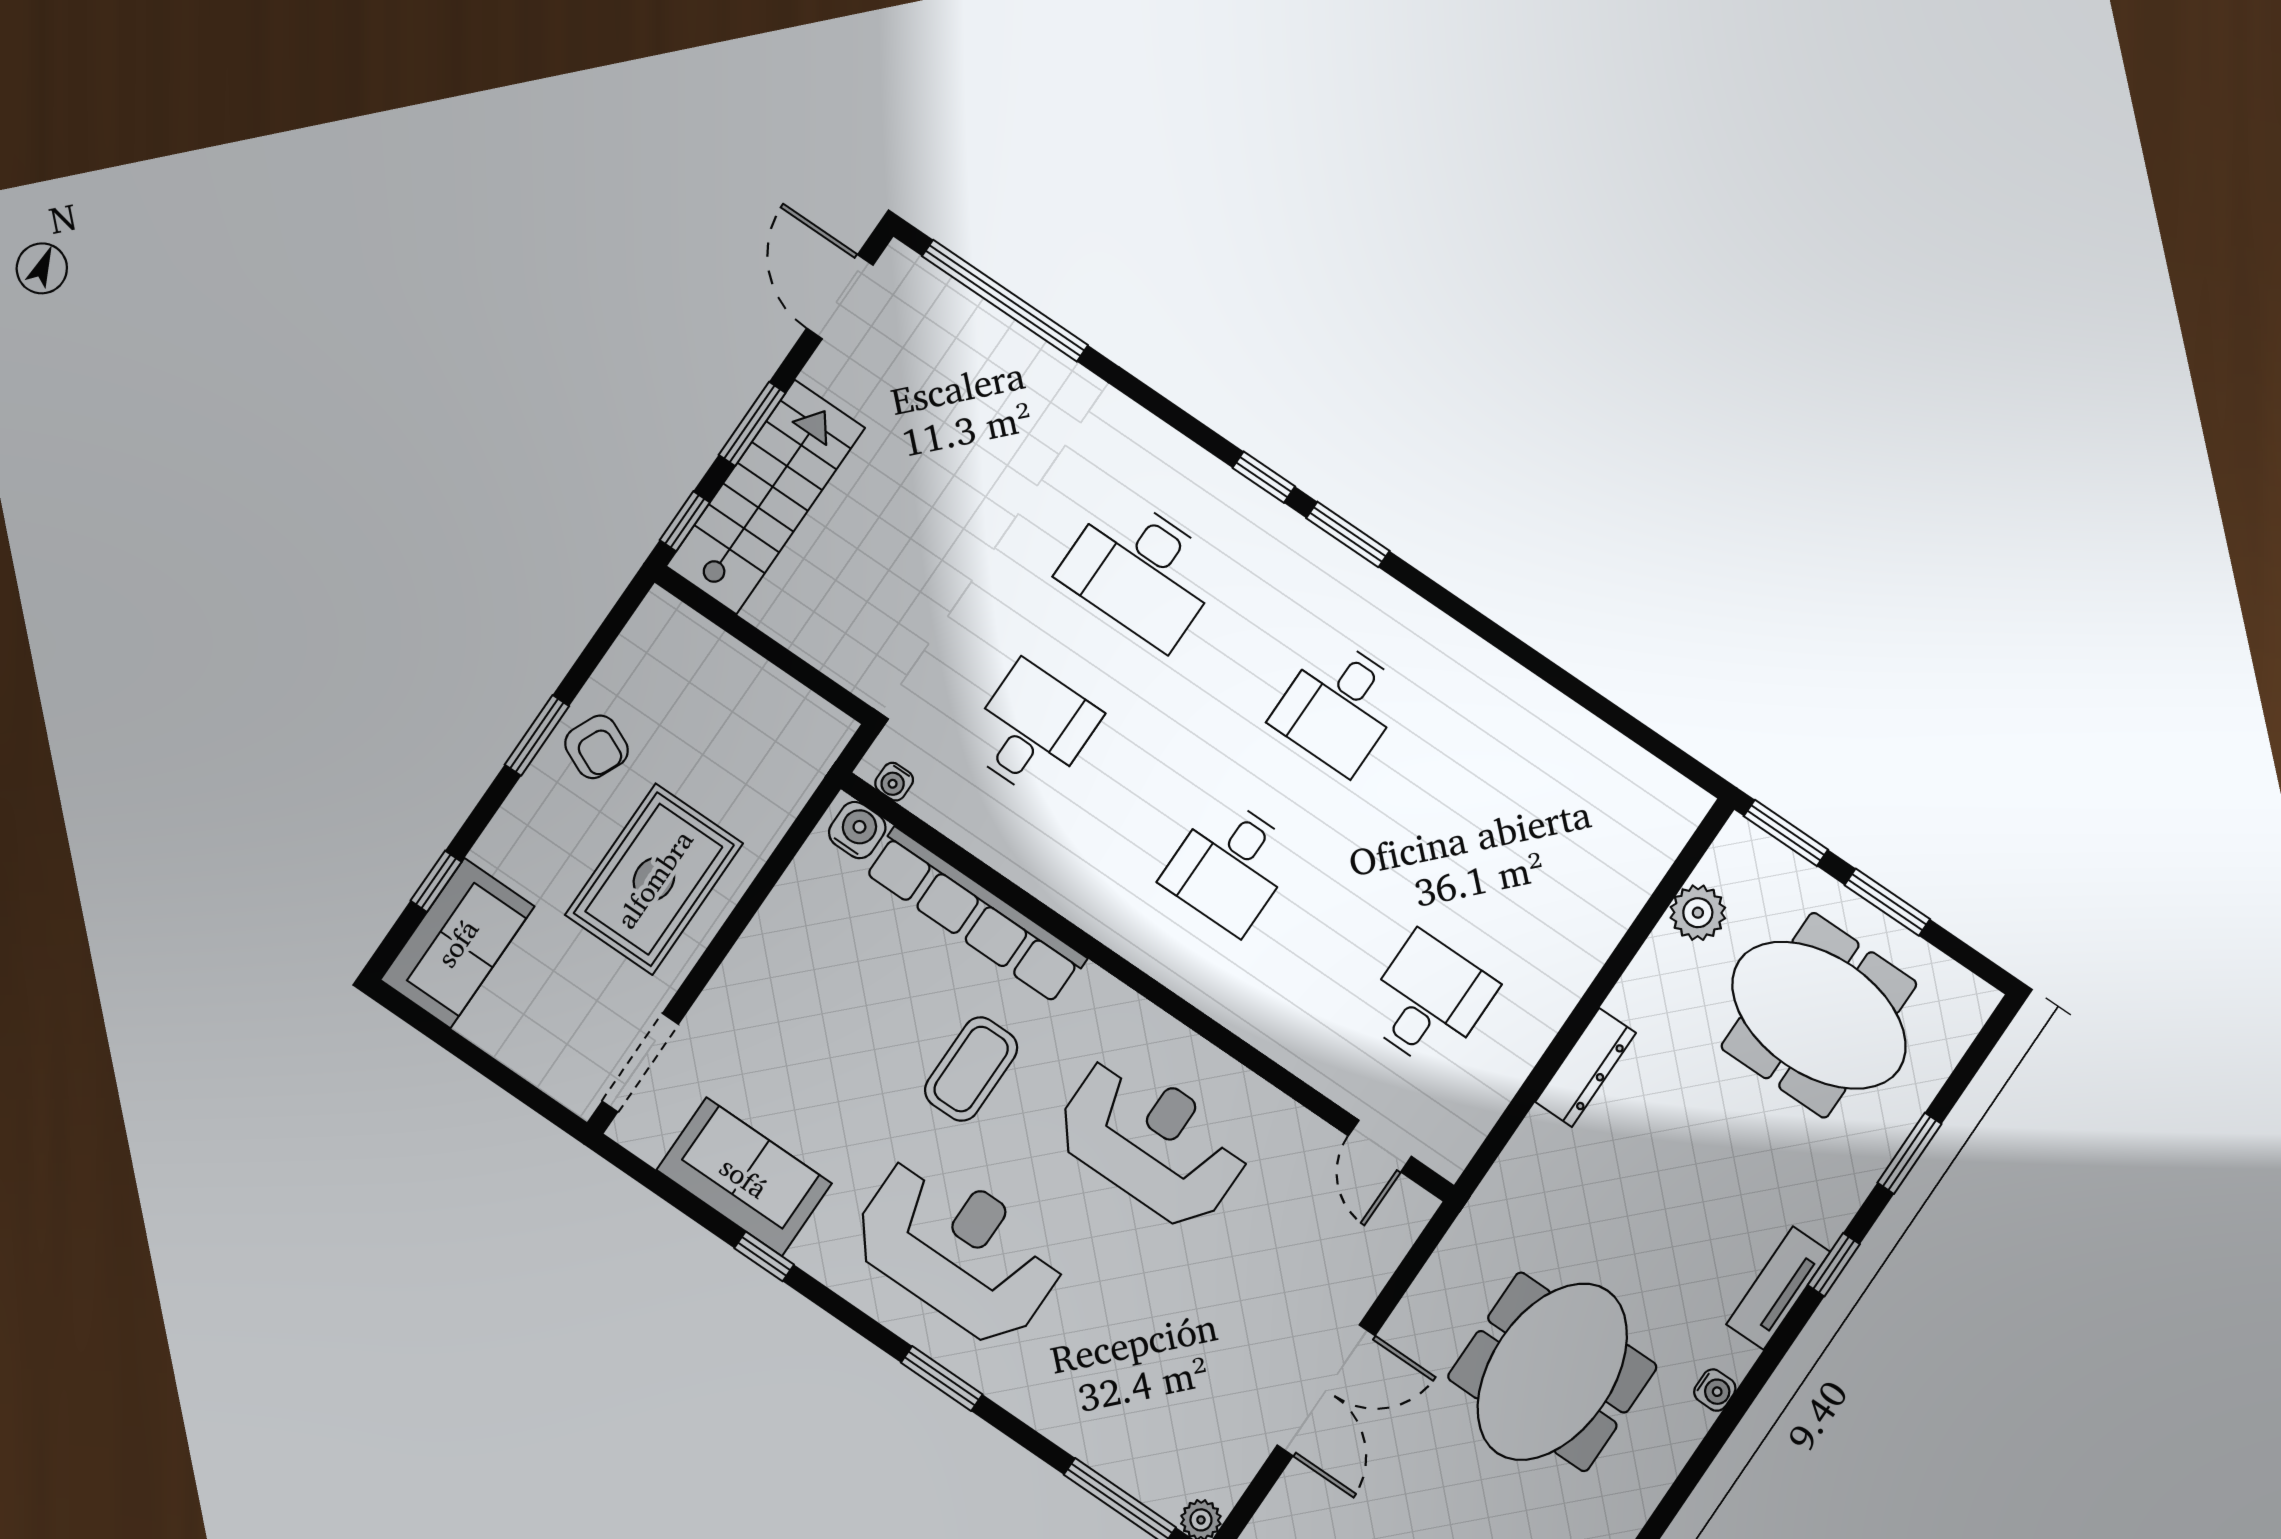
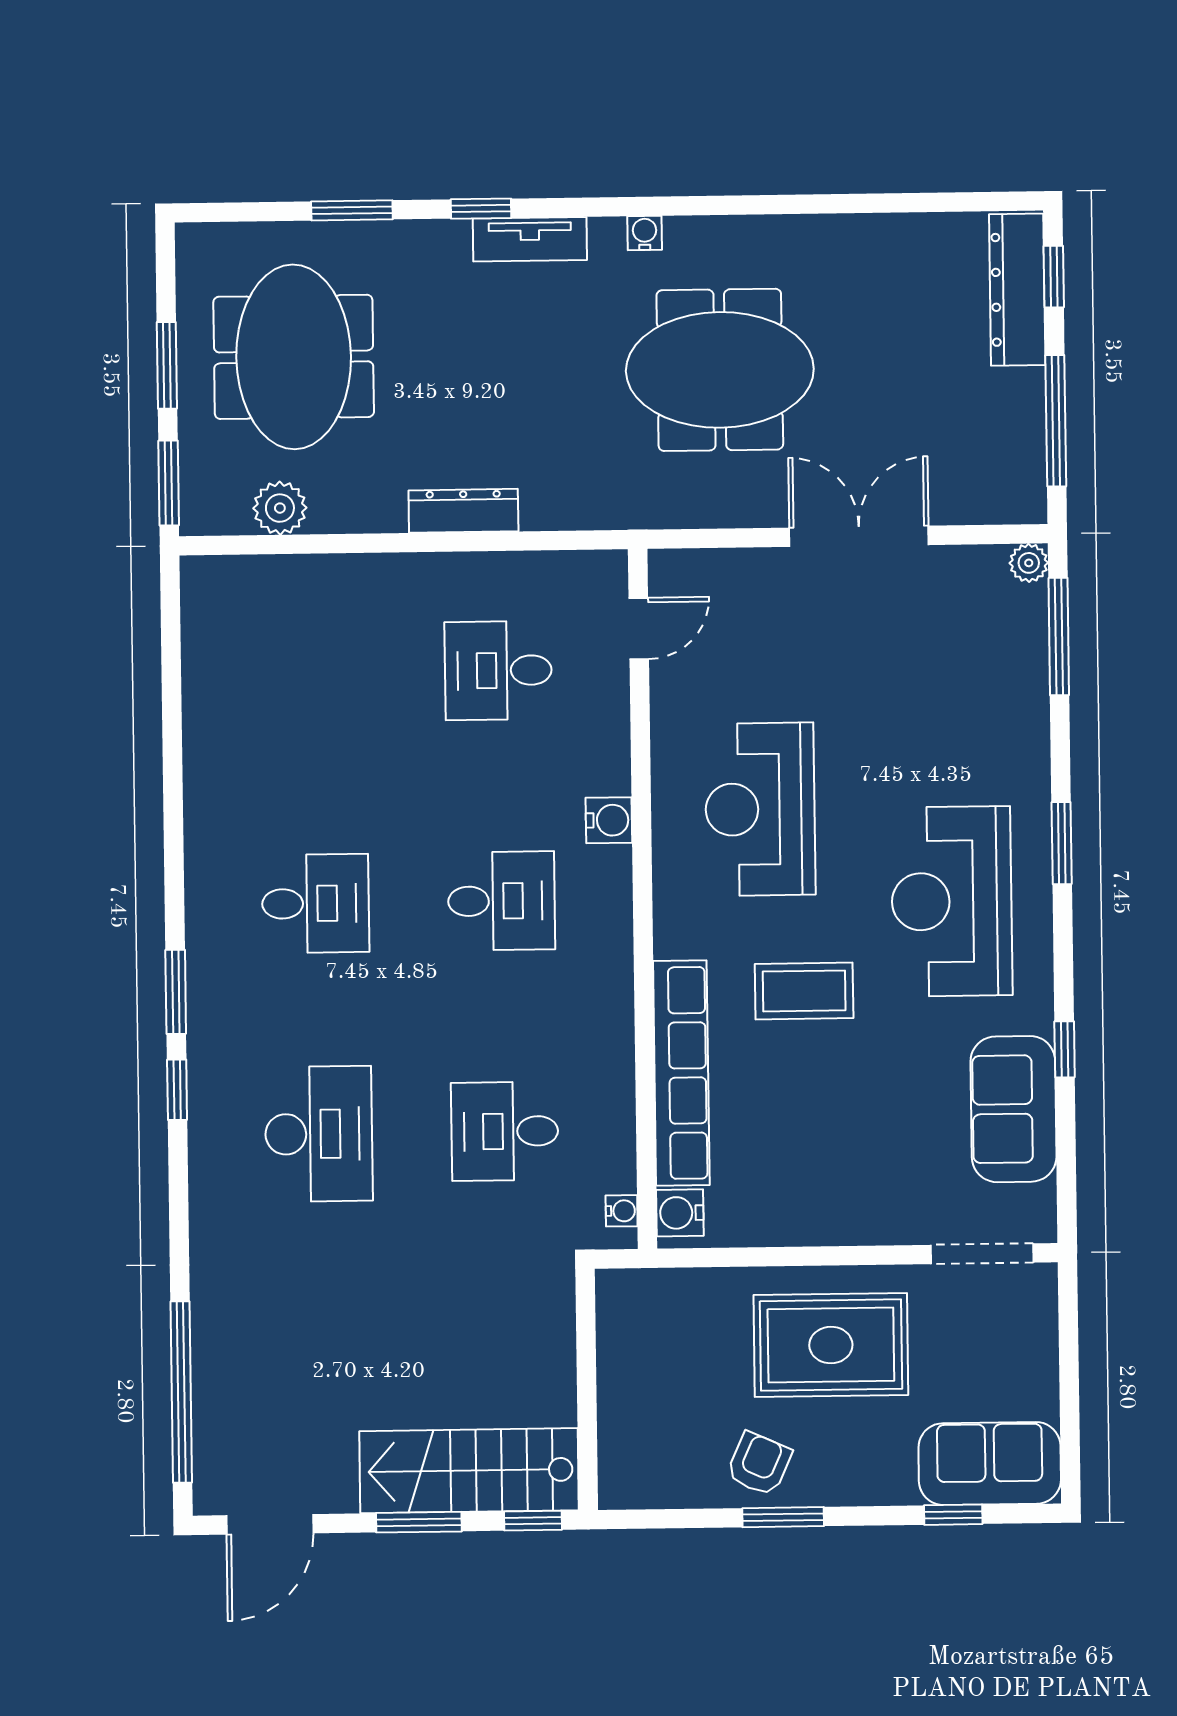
water cooler: (1234, 1005) -> (609, 820), added

